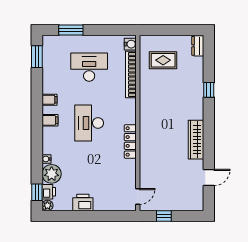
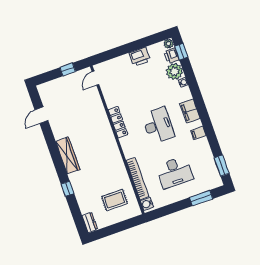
filing cabinet: (50, 120) -> (190, 111), width x2.00
wardrobe: (196, 140) -> (68, 155), moved

